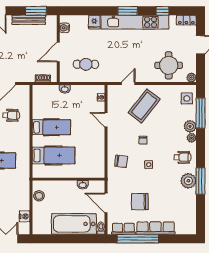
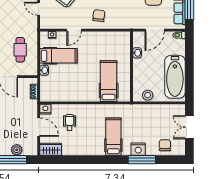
hospital bed: (51, 127) -> (58, 56), moved, turned 90
chair: (121, 161) -> (99, 16), moved
nightstand: (25, 216) -> (45, 109), moved
bathtub: (74, 224) -> (175, 77), moved

